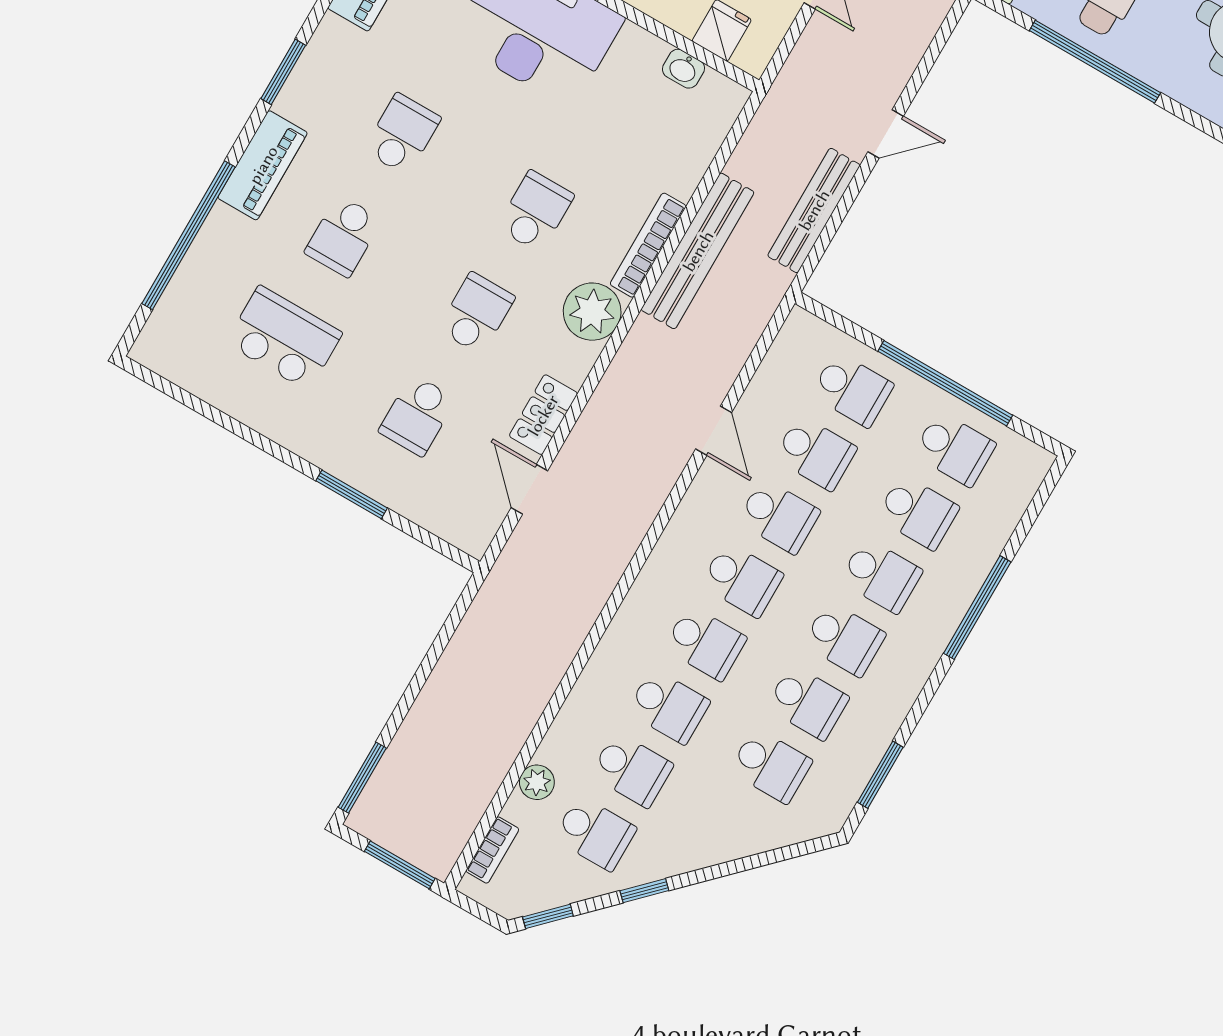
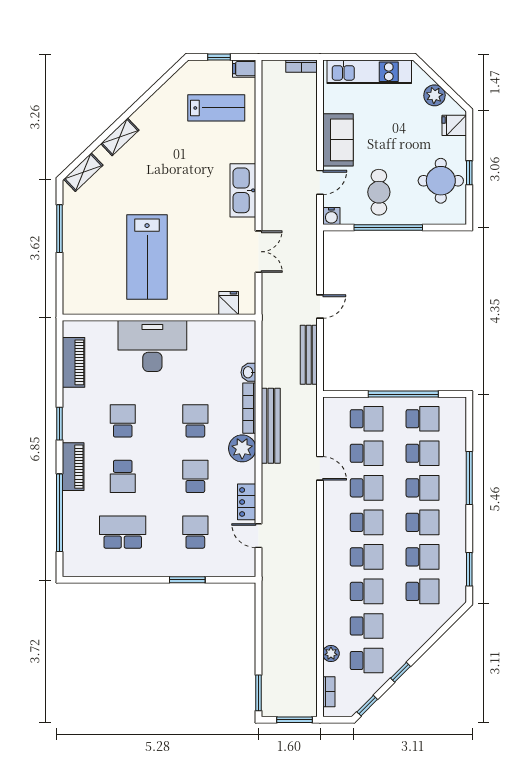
washbasin: (683, 69) -> (248, 372), moved, turned 90
bench: (698, 251) -> (271, 426), moved
school desk: (417, 415) -> (195, 532), turned 180

